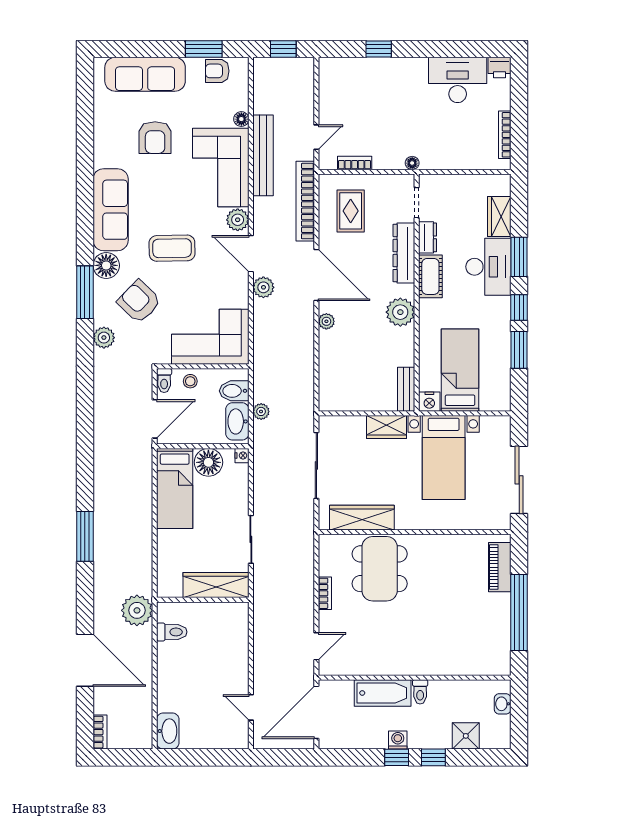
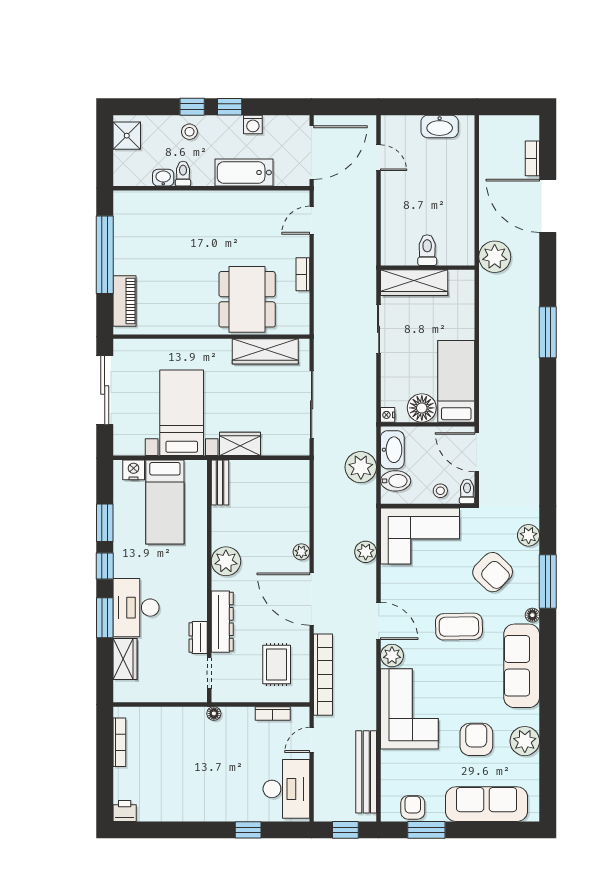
armchair: (217, 71) -> (413, 807), turned -90
desk: (458, 80) -> (286, 789), moved, turned -90
floor lamp: (241, 119) -> (388, 758), removed
plant: (108, 136) -> (525, 741), added
bench: (263, 155) -> (366, 772), moved
floor lamp: (106, 265) -> (532, 615), width x0.53, depth x0.53
cot: (430, 276) -> (195, 598), removed
plant: (263, 287) -> (366, 552), moved
nightstand: (429, 402) -> (134, 470), moved
plant: (261, 411) -> (361, 467), width x1.88, depth x1.88
door: (155, 419) -> (477, 452), hinge flipped
toilet: (172, 632) -> (427, 250), moved, turned 90
toilet: (420, 692) -> (183, 174), moved
washbasin: (503, 704) -> (163, 178), moved, turned -90
washbasin: (168, 731) -> (440, 126), moved, turned -90
bookcase: (100, 732) -> (532, 158), moved
stool: (436, 733) -> (189, 132), added
shower: (466, 736) -> (127, 136), moved
washing machine: (398, 740) -> (253, 124), moved

